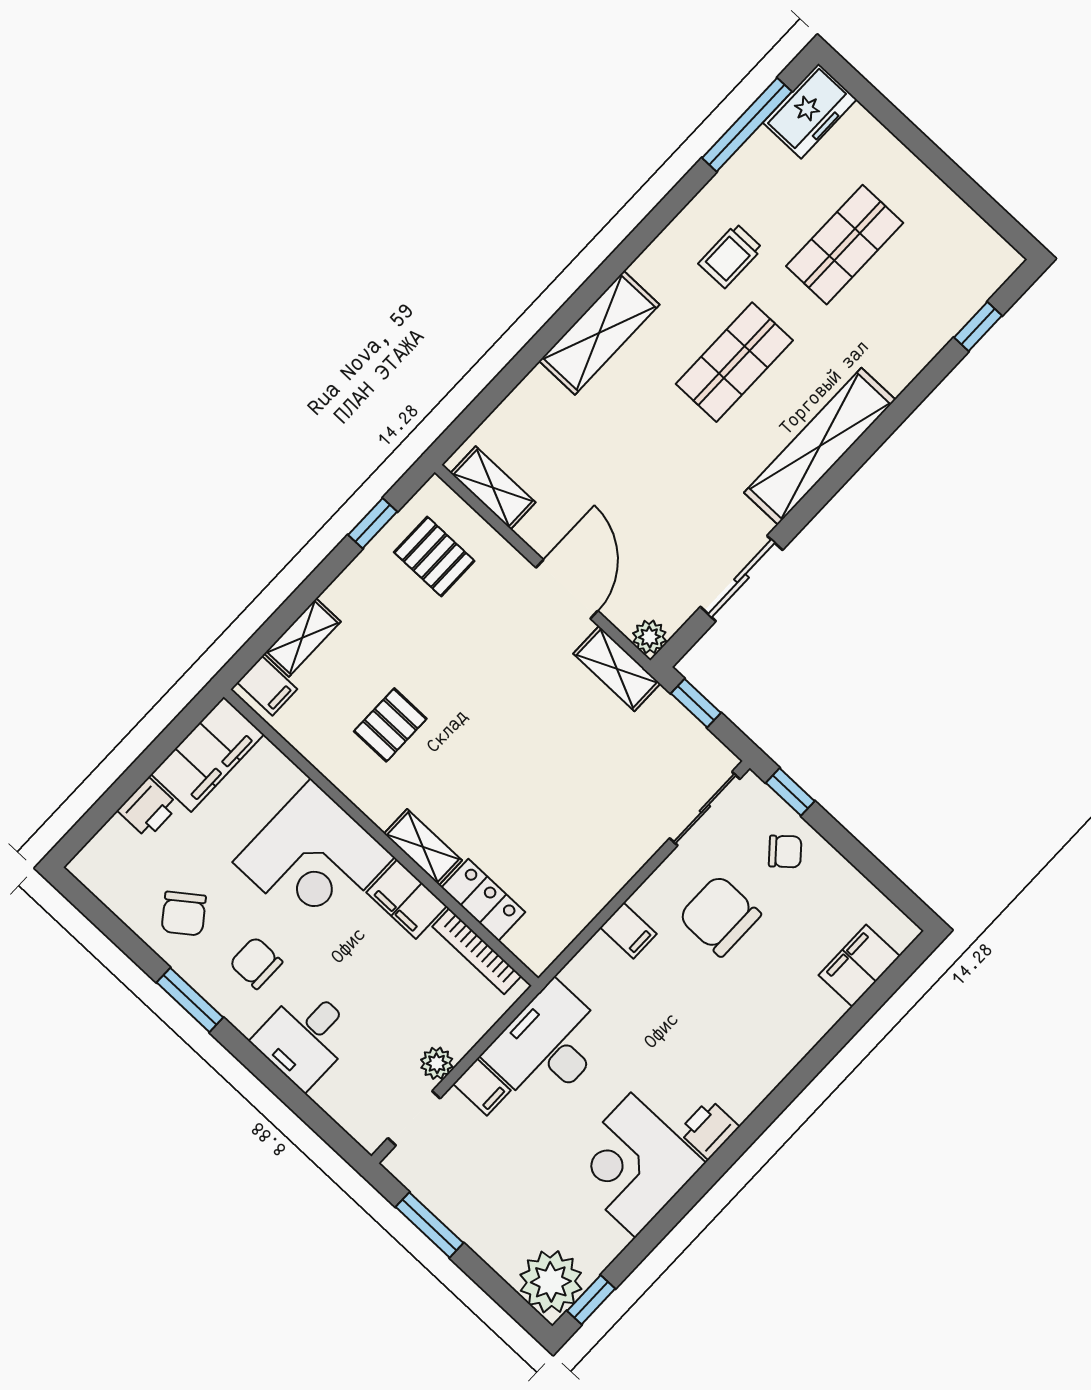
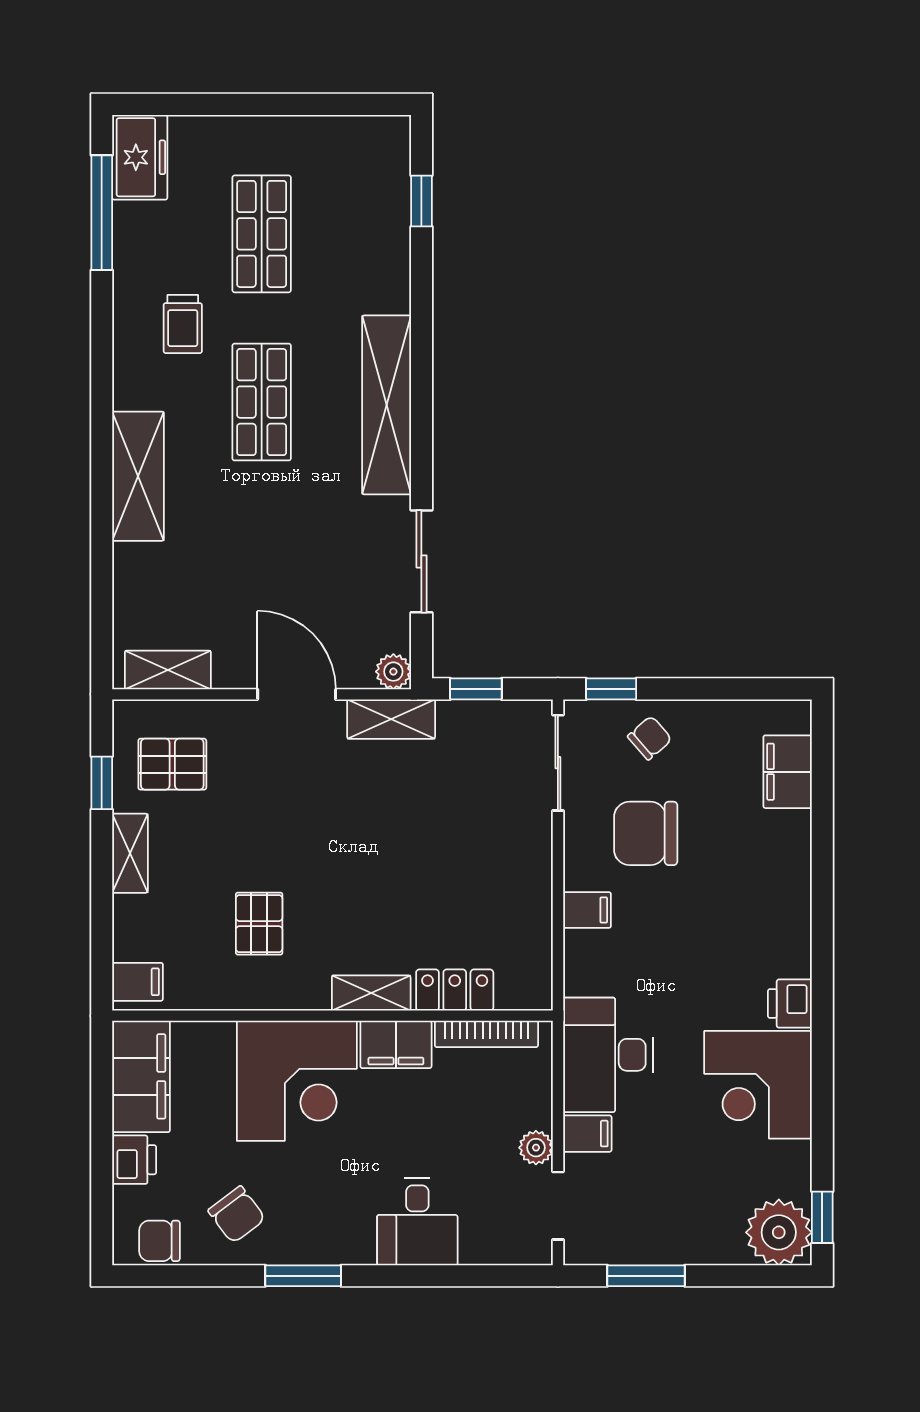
shelving: (302, 638) -> (130, 853), moved
chair: (256, 963) -> (160, 1241), moved

